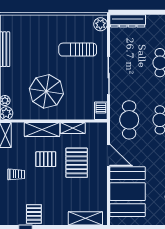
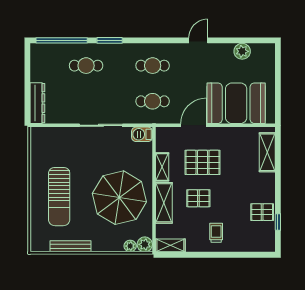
plant: (100, 24) -> (41, 135), removed
sun lounger: (78, 50) -> (59, 197), moved, width x1.36, depth x1.34
parasol: (46, 91) -> (119, 198), width x1.36, depth x1.36
cafe table: (129, 120) -> (153, 101), width x0.73, depth x0.74
pallet: (46, 159) -> (198, 198), turned 90

